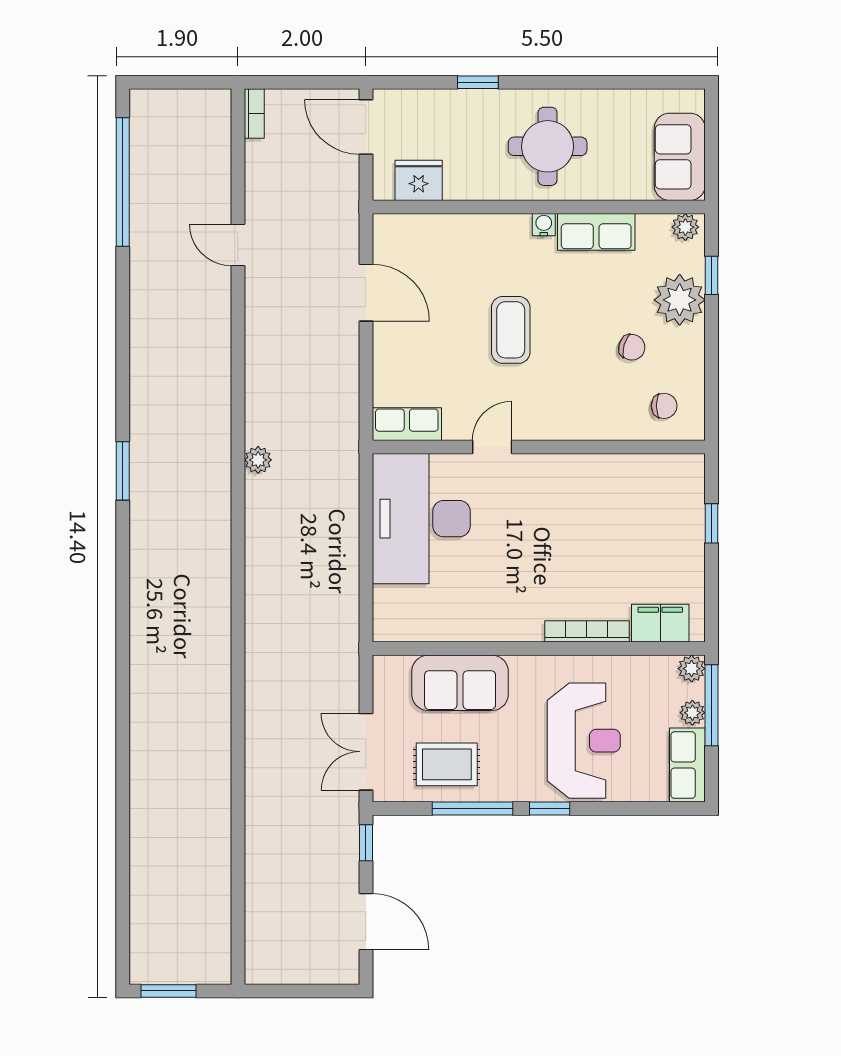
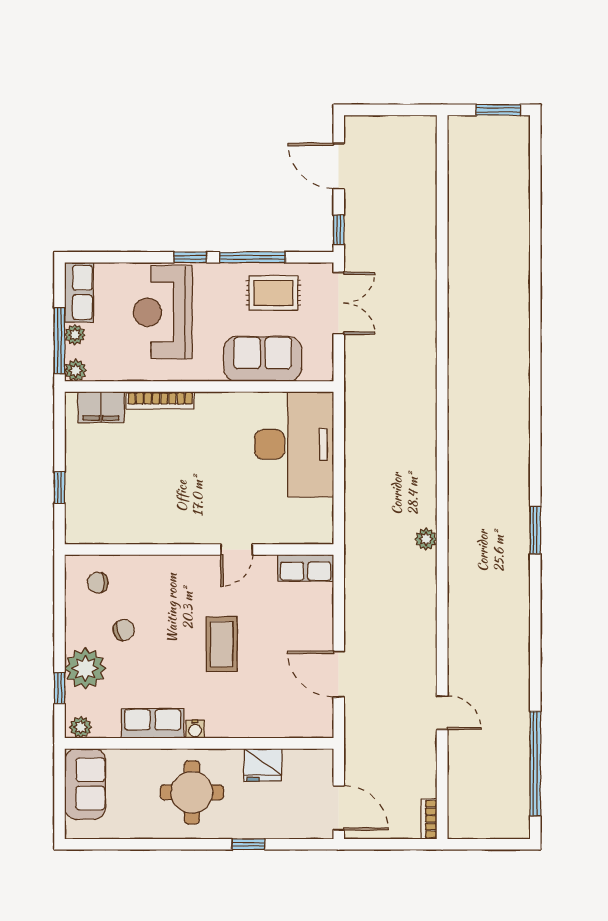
fridge: (419, 180) -> (263, 765), moved
chair: (632, 347) -> (124, 630), turned 147
desk: (421, 519) -> (294, 444), moved

